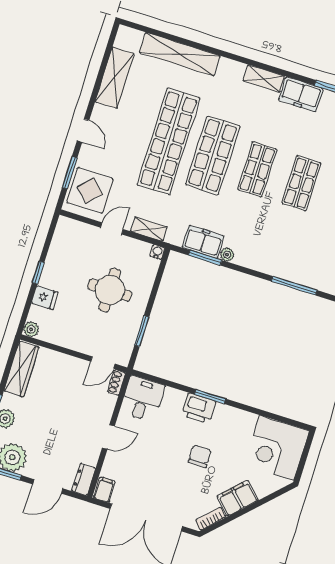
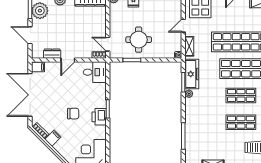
door: (112, 228) -> (183, 26), swing flipped
freezer: (203, 242) -> (192, 74), width x1.40
round table: (110, 290) -> (139, 40), moved
printer: (199, 408) -> (99, 117), moved
door: (108, 437) -> (68, 60), hinge flipped
dresser: (84, 480) -> (52, 54), moved
filing cabinet: (238, 498) -> (53, 138), width x0.50

